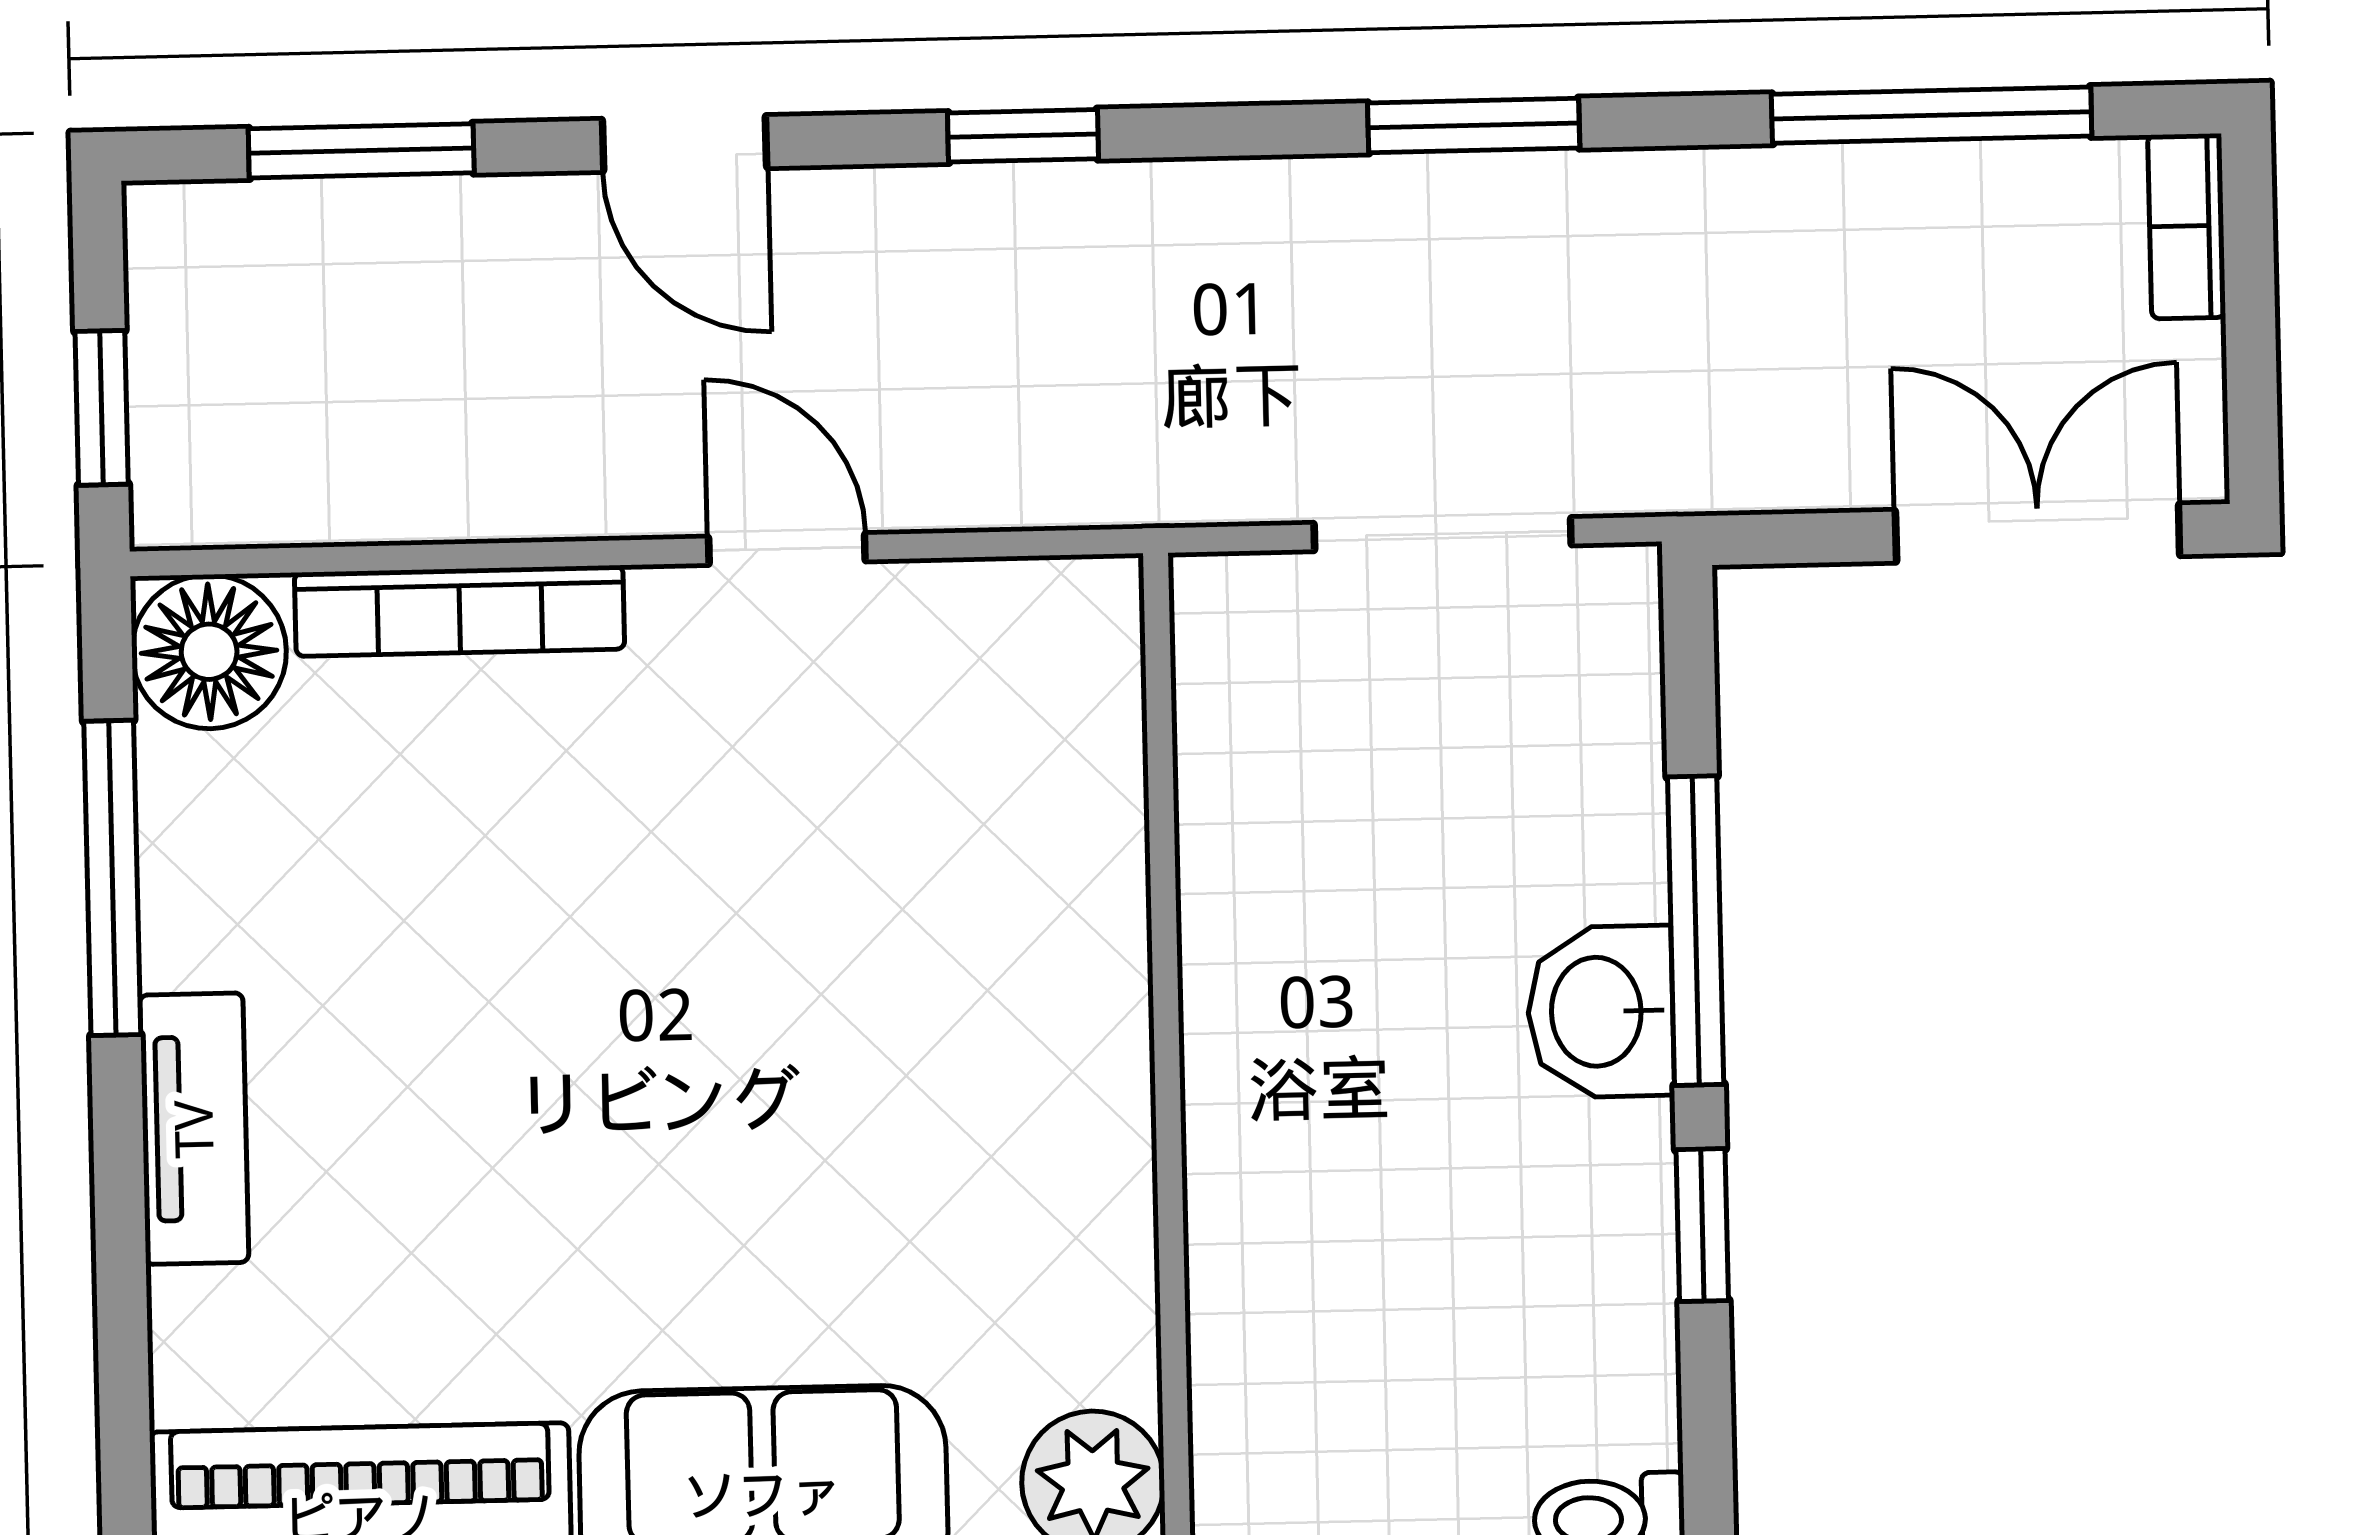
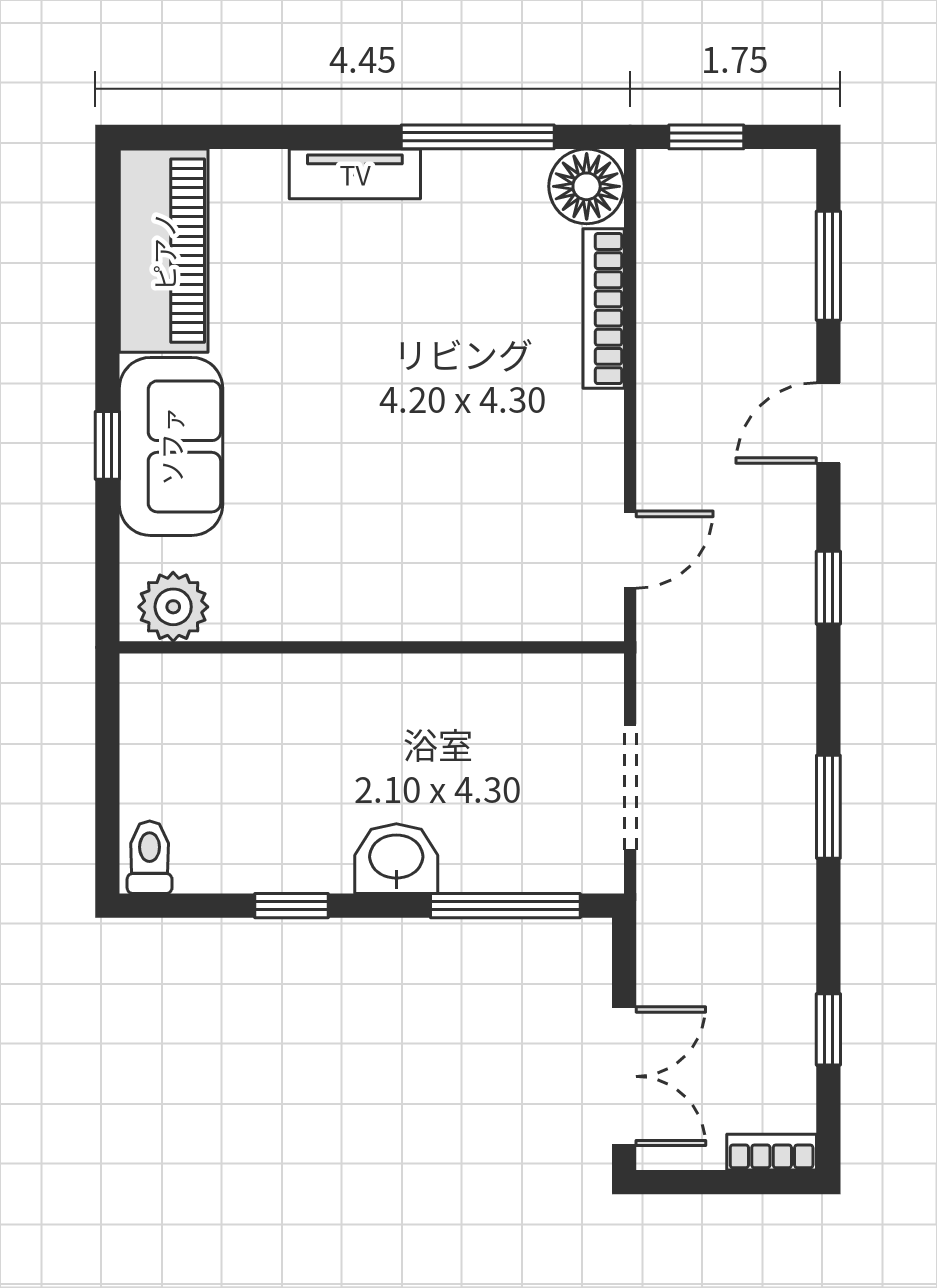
window: (1932, 115) -> (828, 1029), width x0.46
door: (787, 549) -> (630, 550), moved
window: (1696, 931) -> (505, 906), moved

